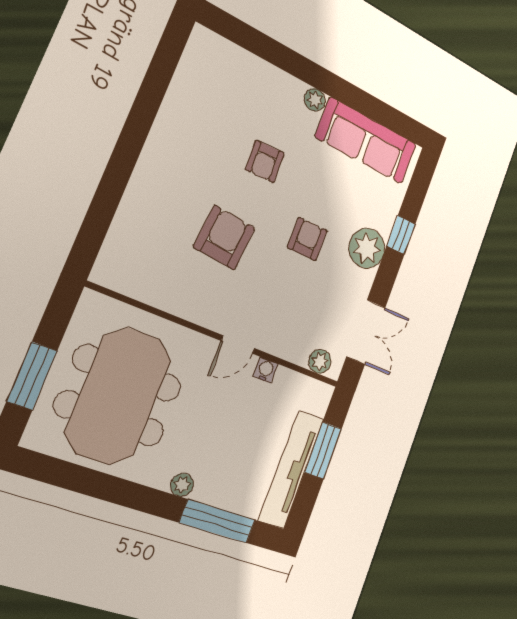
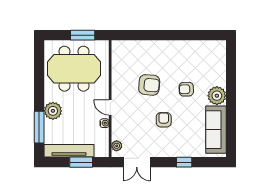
plant: (315, 100) -> (217, 96), width x1.88, depth x1.88
armchair: (307, 239) -> (164, 120), turned -90
plant: (367, 248) -> (172, 148), removed
window: (32, 376) -> (83, 35), moved
plant: (182, 485) -> (53, 111), width x1.88, depth x1.88

